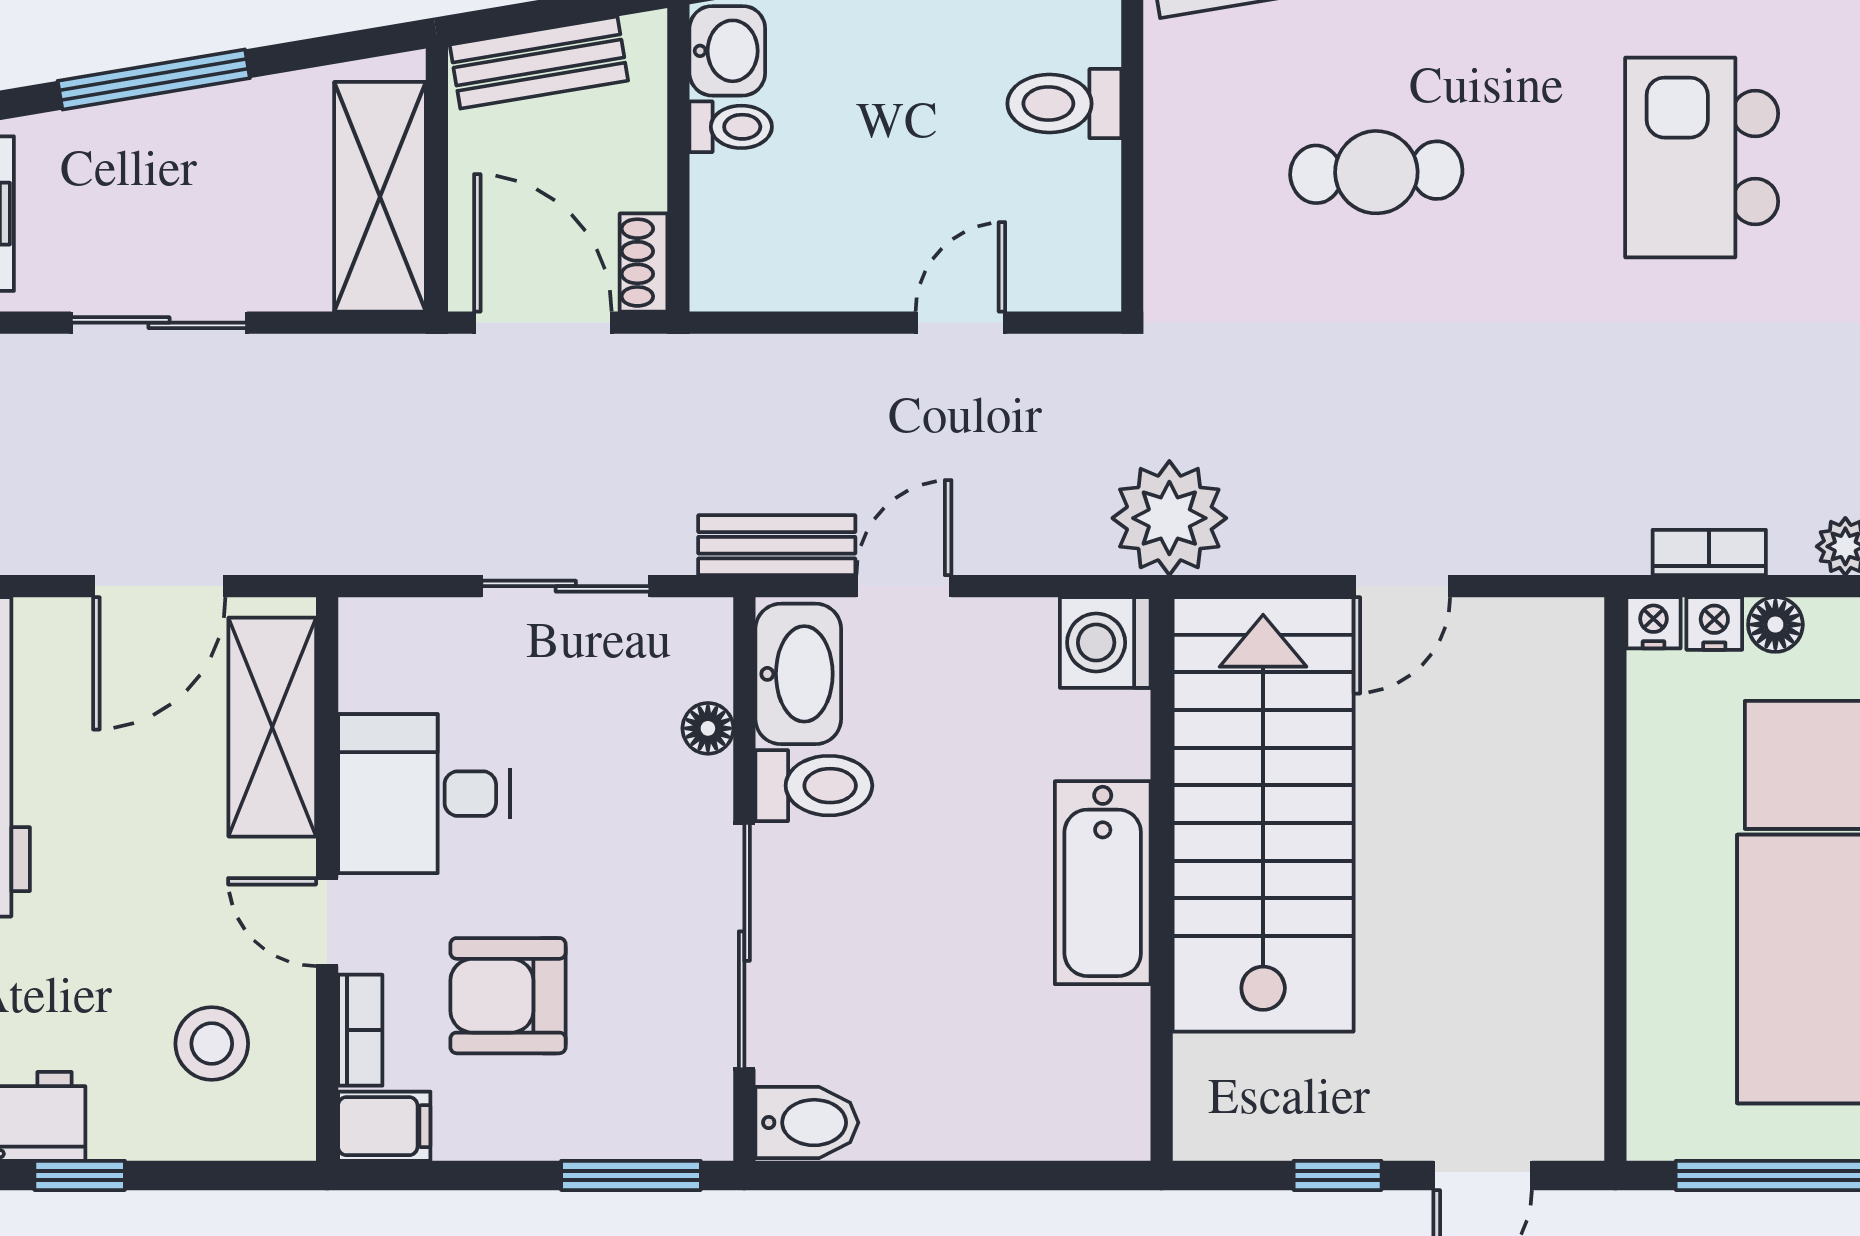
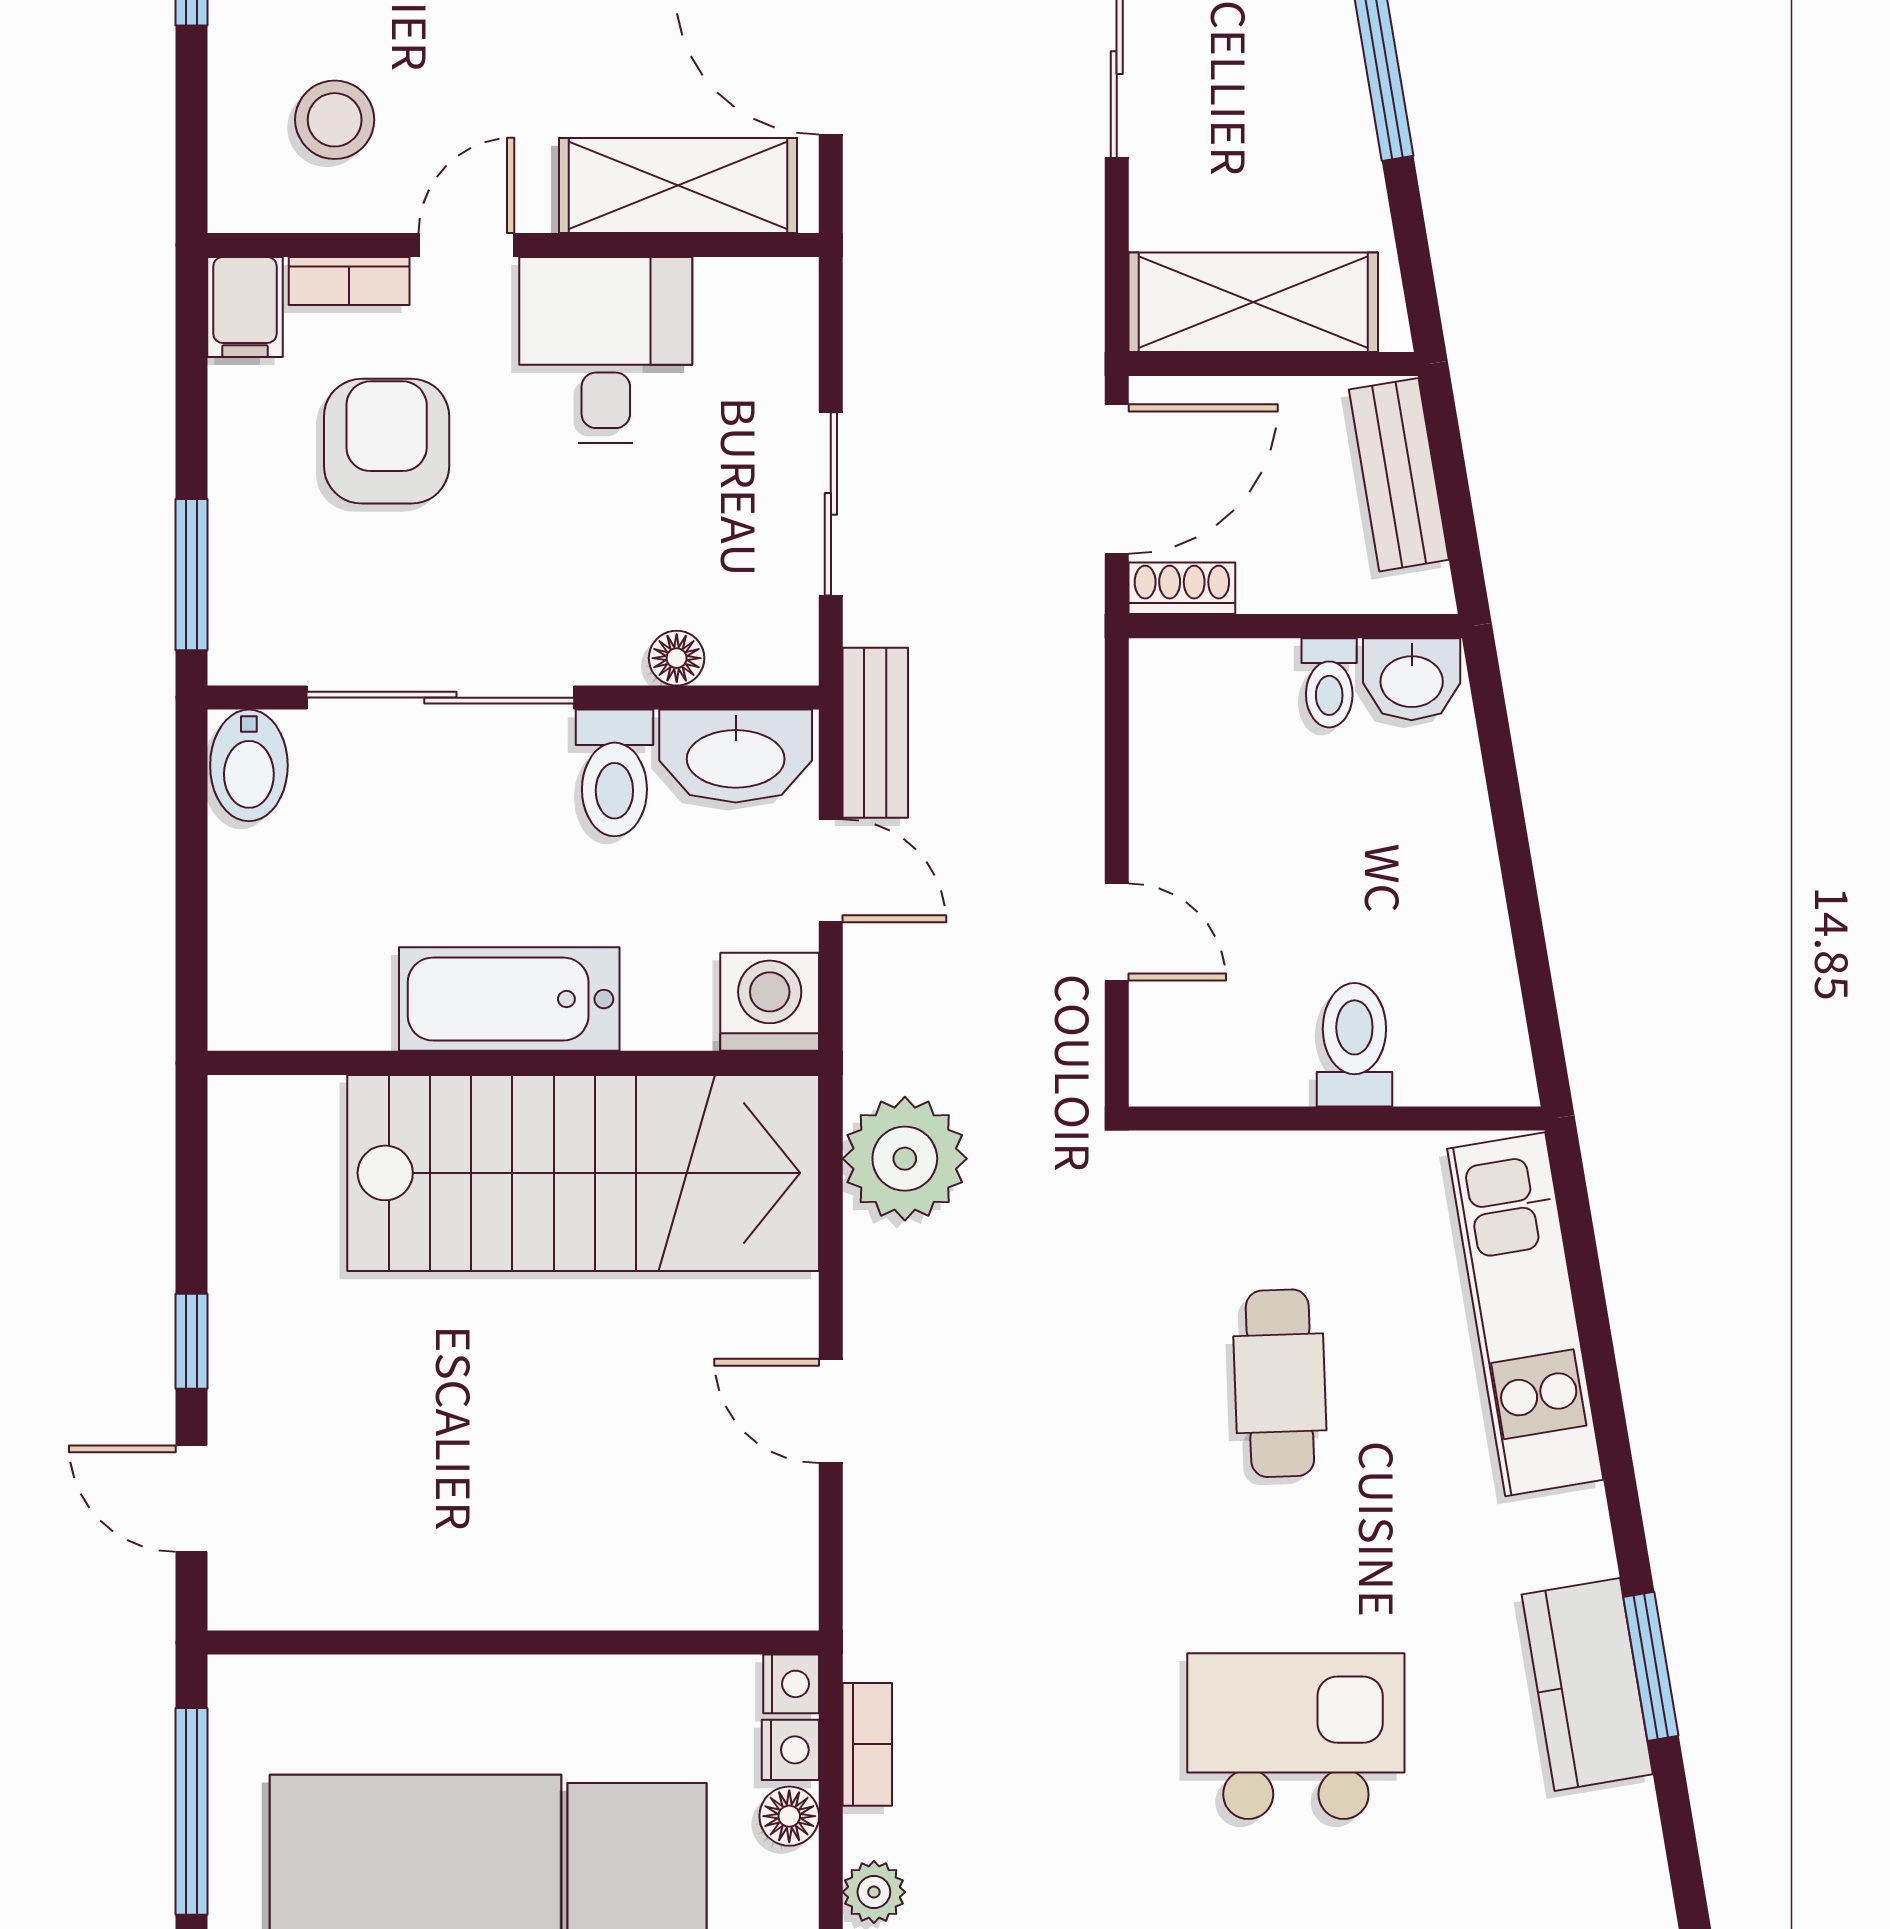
washing machine: (1105, 643) -> (770, 1002), moved
stairs: (1263, 814) -> (583, 1173), moved
wall: (1162, 879) -> (513, 1063), moved
bathtub: (1103, 883) -> (509, 999), moved

